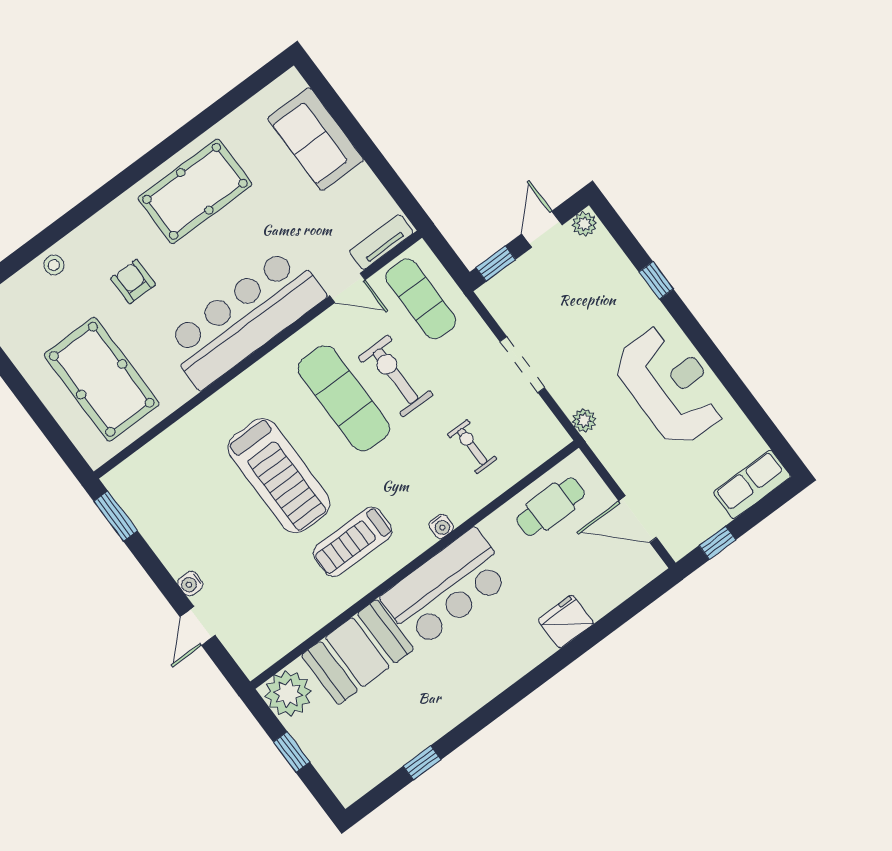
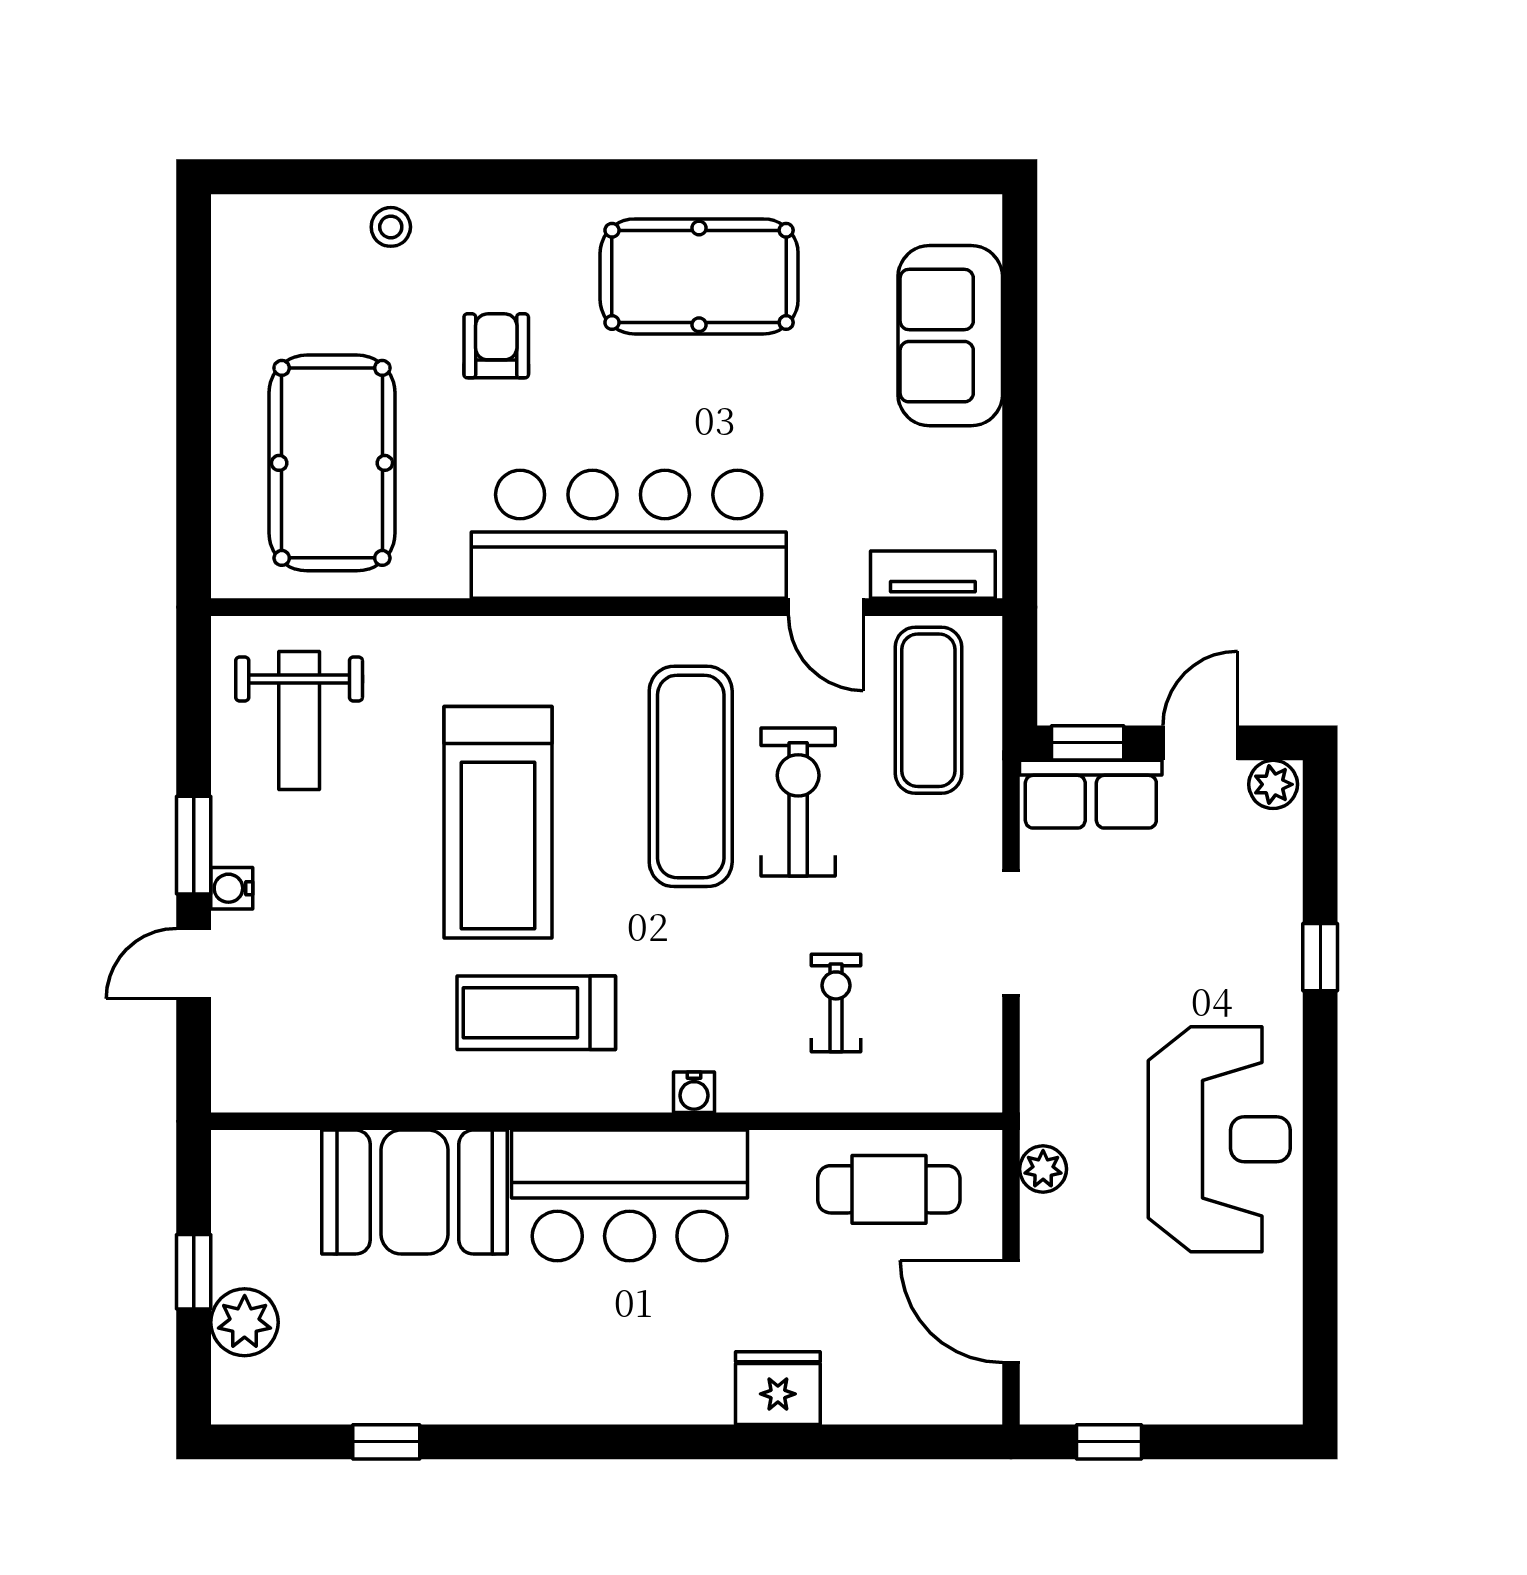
plant: (584, 420) -> (1043, 1169), moved
row of seats: (752, 484) -> (1091, 794), moved, turned 180
weight bench: (167, 495) -> (299, 721), added
window: (116, 516) -> (194, 845), moved
plant: (288, 694) -> (245, 1322), moved, width x0.73, depth x0.73

